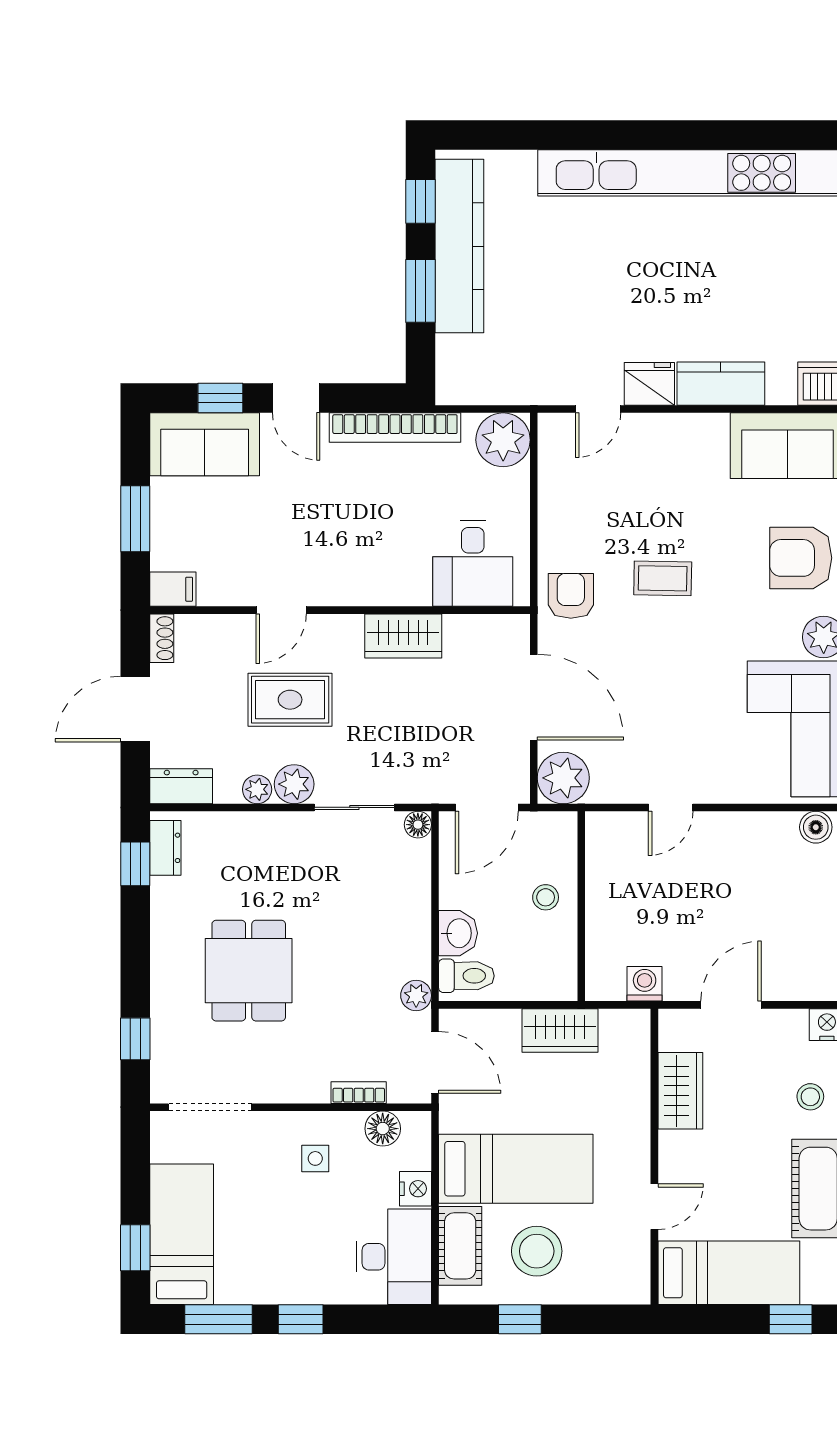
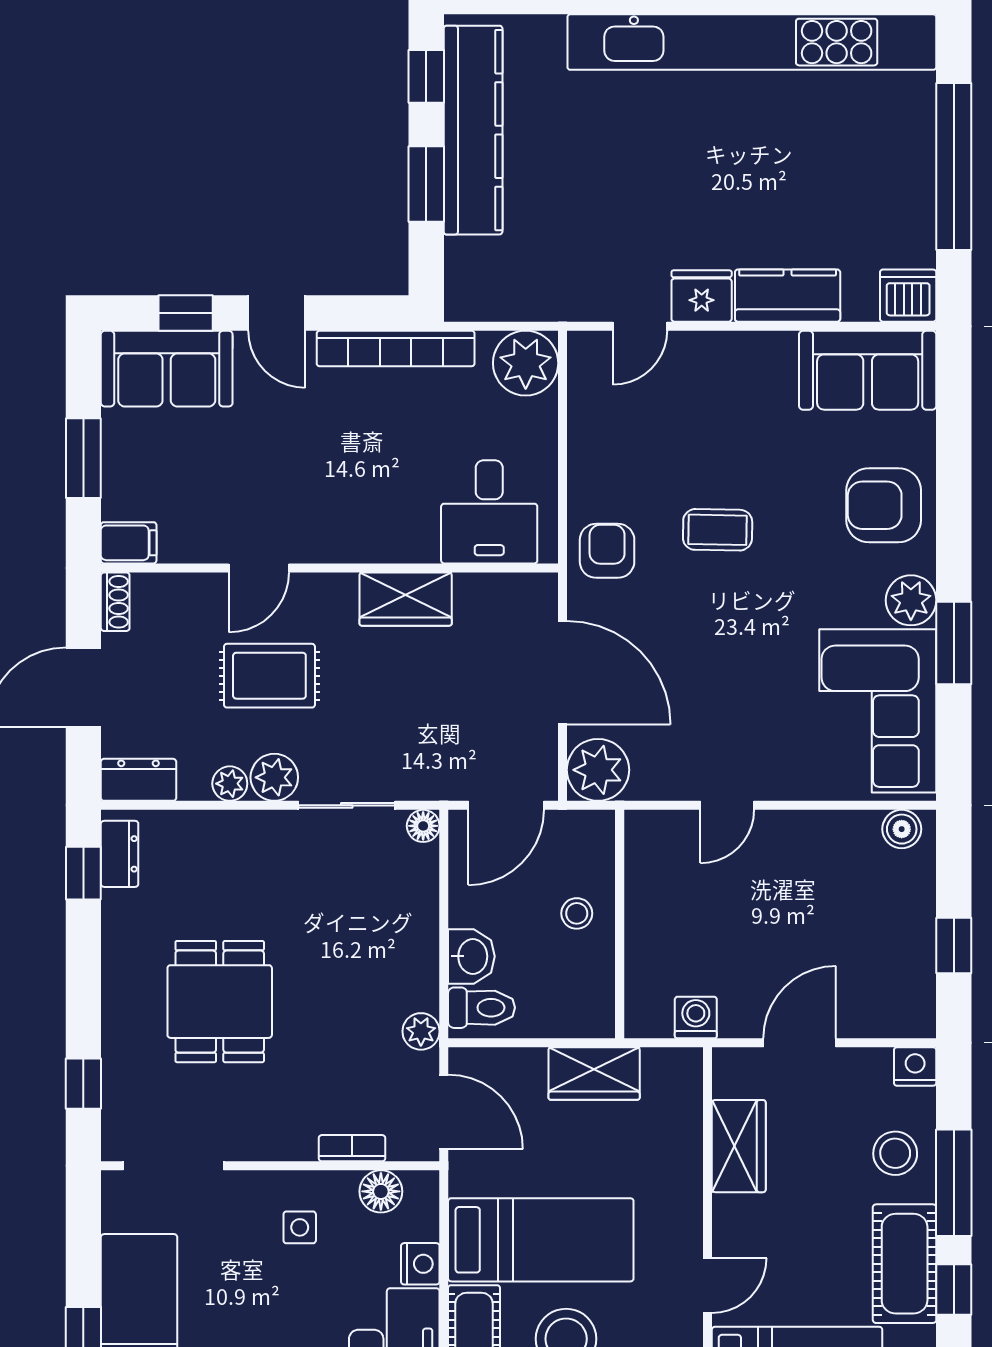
stool: (810, 1097) -> (895, 1153), width x1.37, depth x1.37

